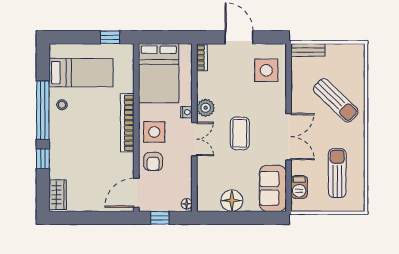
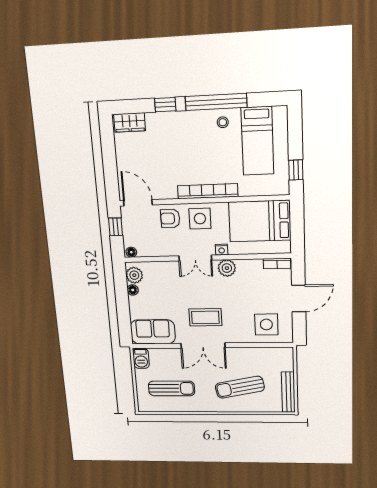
bench: (308, 50) -> (288, 392), moved, width x1.36
sun lounger: (336, 100) -> (240, 387), turned 35
coffee table: (240, 133) -> (205, 317), moved
barbecue: (299, 187) -> (141, 358), moved, turned -90
floor lamp: (232, 201) -> (133, 290), width x0.53, depth x0.53
plant: (211, 203) -> (134, 275), added

